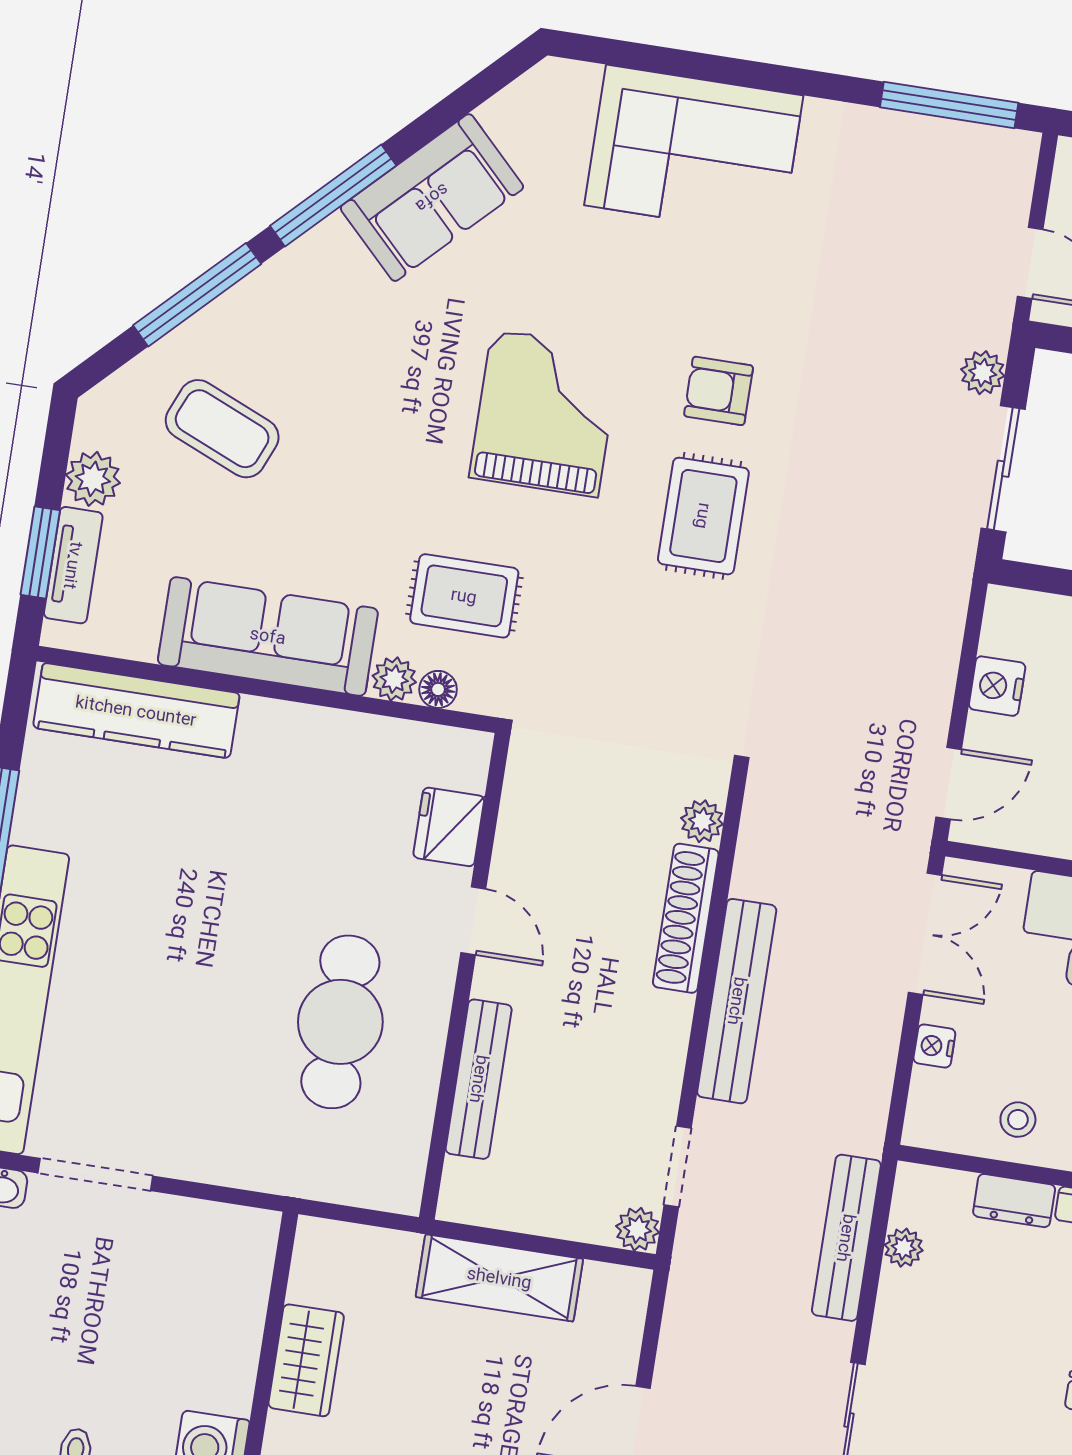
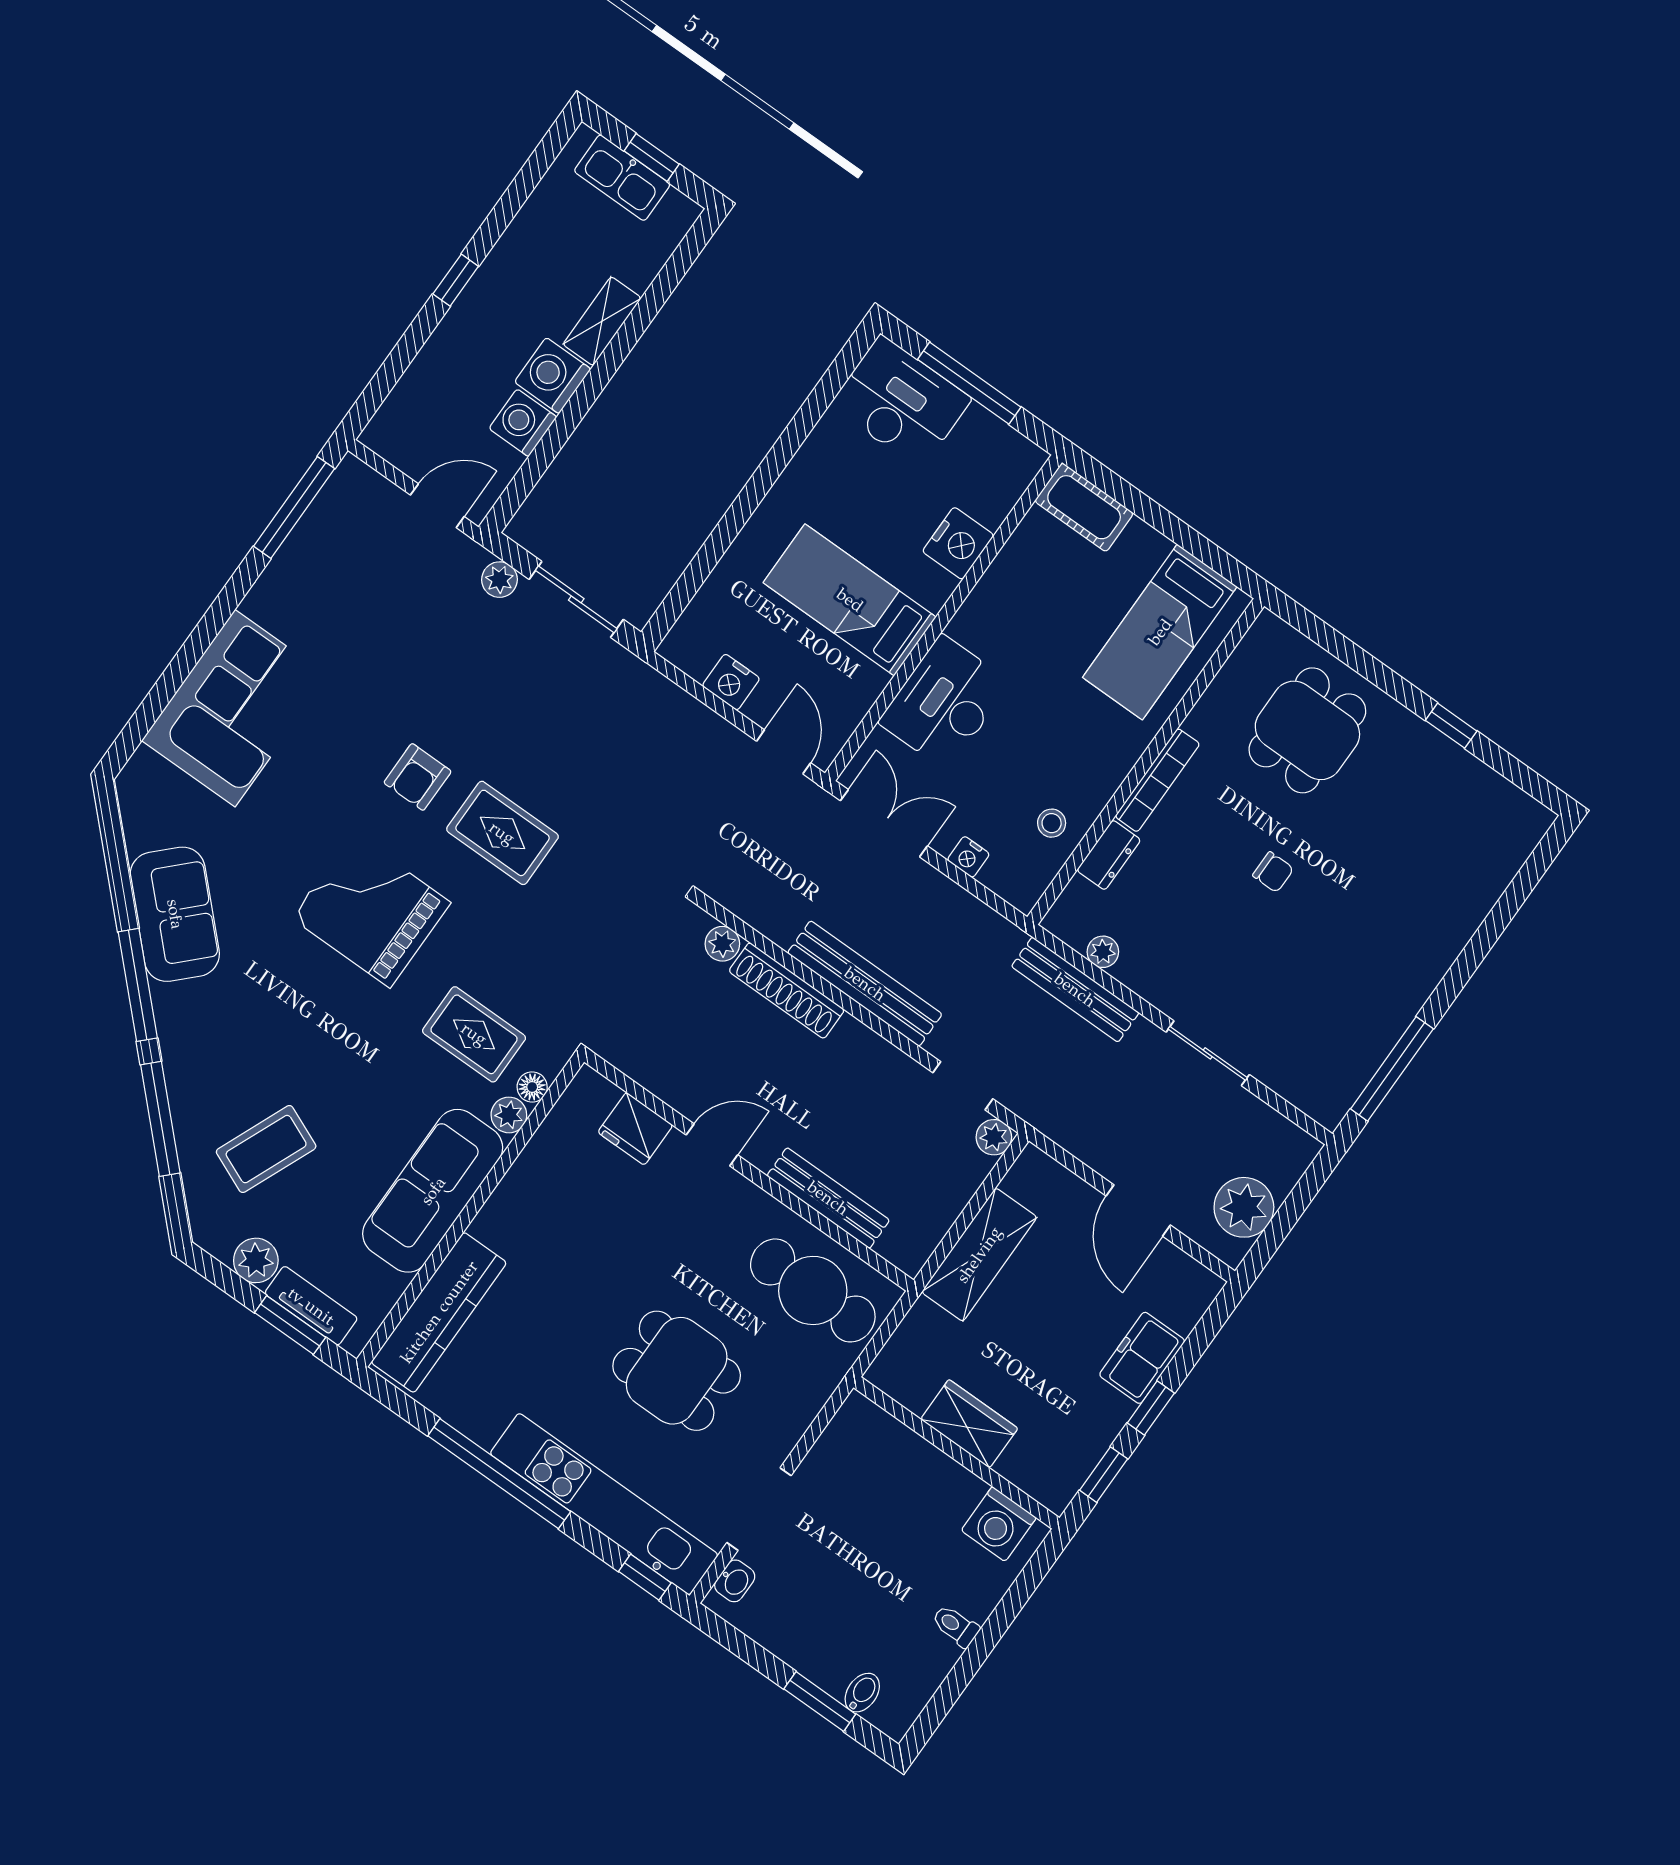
rug: (464, 596) -> (474, 1034), turned 90
dining table: (203, 1007) -> (677, 1371), added
cafe table: (340, 1022) -> (813, 1290), moved

